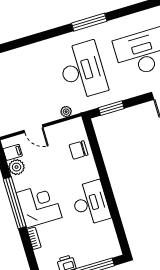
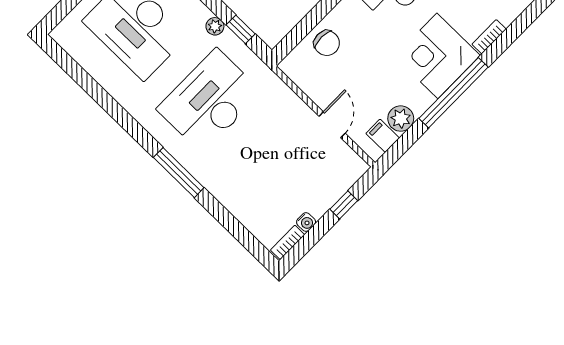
window: (89, 22) -> (179, 173), moved
window: (111, 108) -> (241, 29), width x0.67
plant: (66, 112) -> (215, 26), moved

